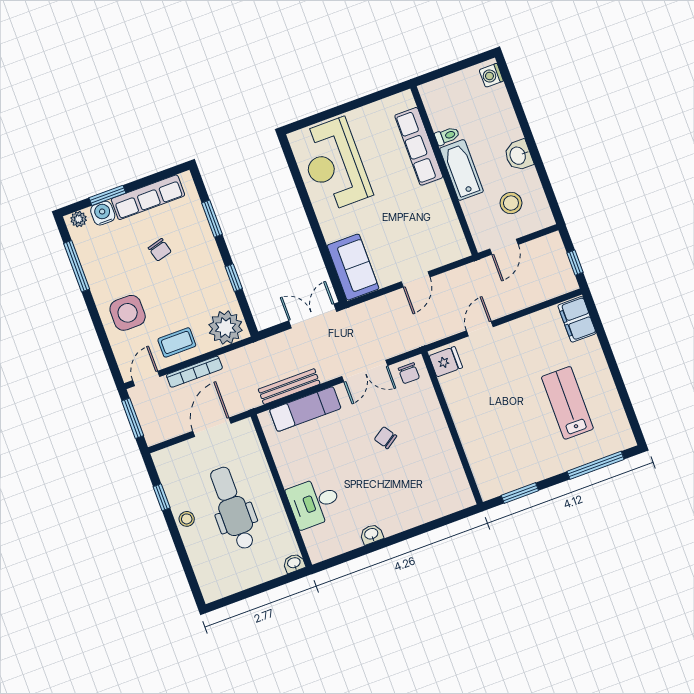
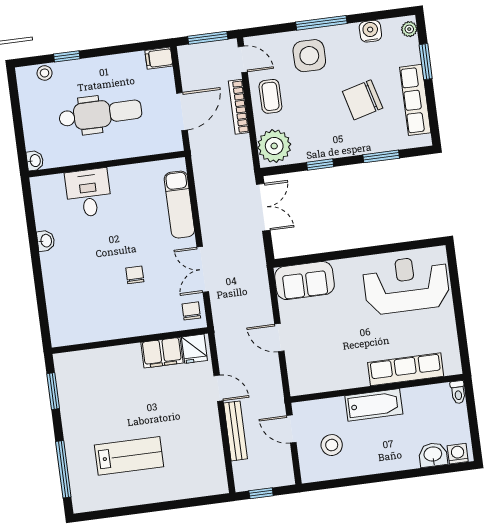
toilet: (447, 136) -> (458, 392), moved
washbasin: (518, 155) -> (433, 455), moved
water cooler: (103, 213) -> (370, 31), moved, turned -90
chair: (160, 250) -> (363, 100), width x1.87, depth x1.87
window: (77, 266) -> (321, 23), moved
double door: (313, 316) -> (263, 207), moved
filing cabinet: (577, 319) -> (162, 353), moved, turned 180
chair: (409, 373) -> (191, 311), turned 90
bench: (289, 387) -> (236, 431), moved
door: (212, 427) -> (182, 112), hinge flipped
chair: (386, 438) -> (135, 275), turned -56
filing cabinet: (164, 462) -> (159, 58), added
window: (162, 497) -> (67, 56), moved
stool: (187, 519) -> (45, 73), moved

